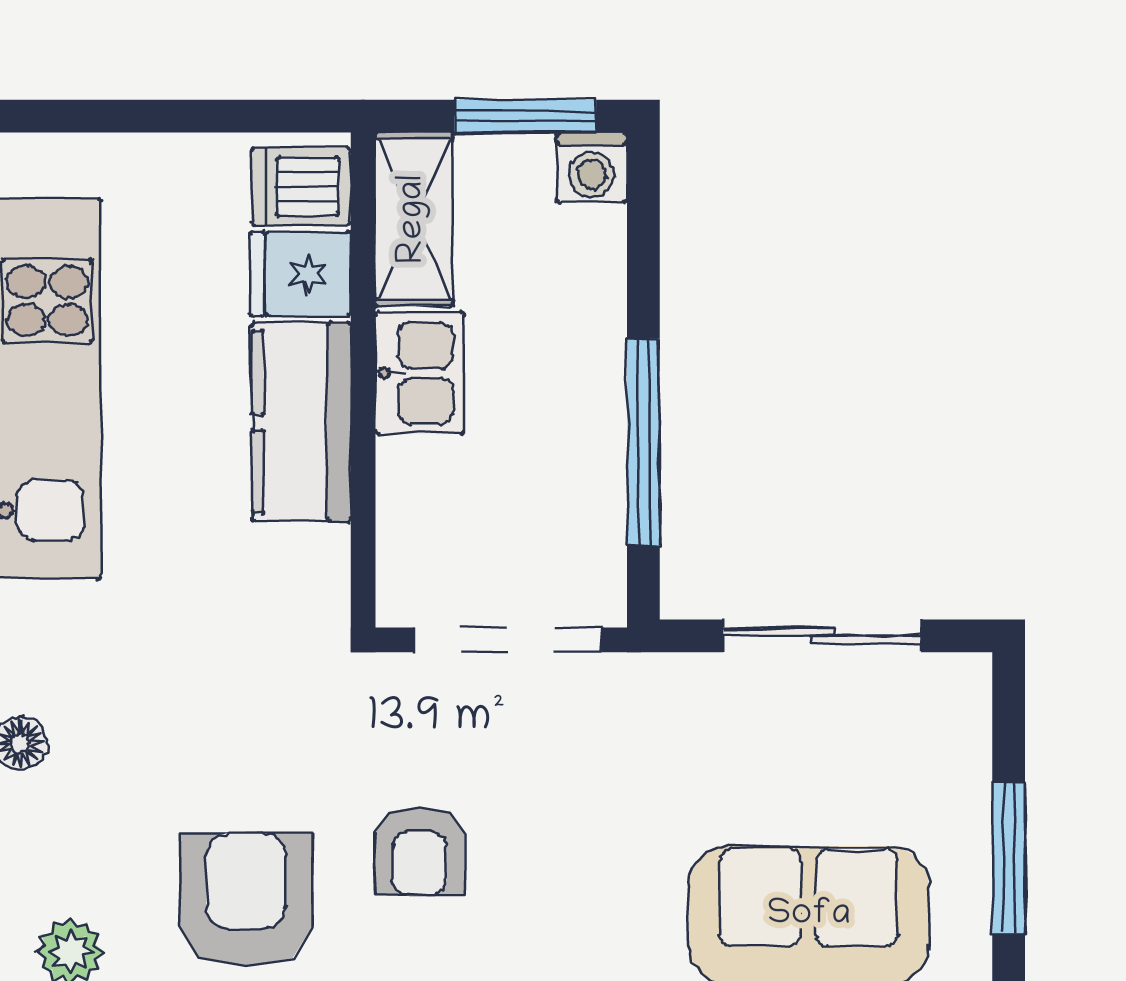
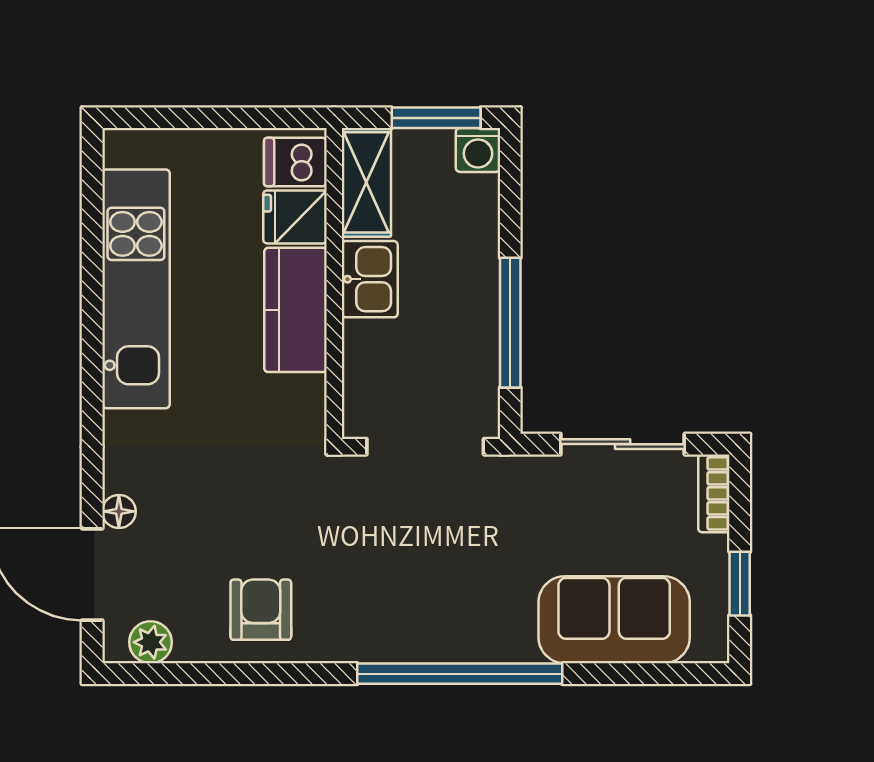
bookcase: (968, 714) -> (714, 493), added
armchair: (420, 851) -> (370, 579), removed
window: (1009, 858) -> (740, 584), width x0.67
armchair: (246, 900) -> (261, 610), width x0.72, depth x0.72

